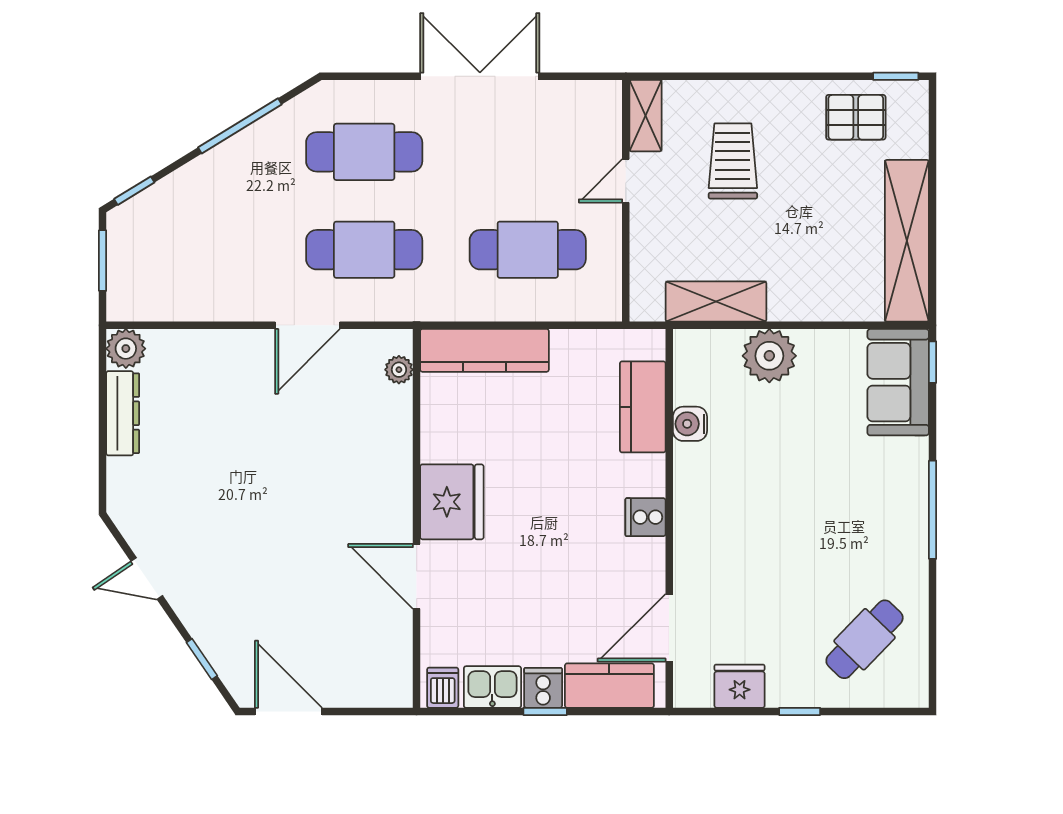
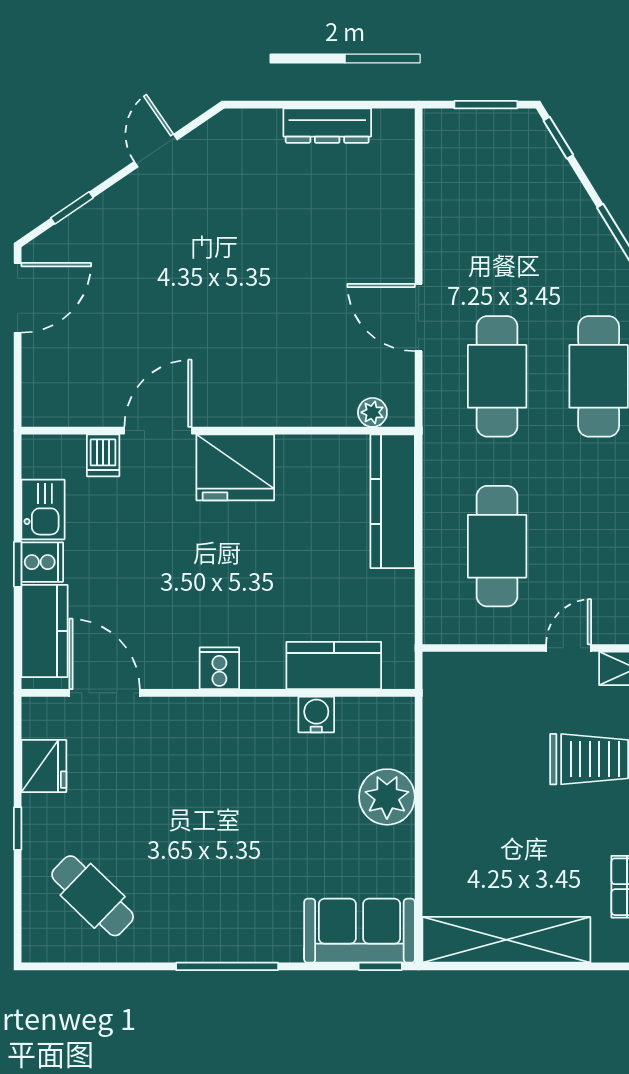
door: (626, 181) -> (569, 648), hinge flipped
shelving: (716, 302) -> (443, 742), removed
plant: (126, 349) -> (394, 129), removed
dishwasher: (443, 688) -> (103, 455), moved, turned 90

